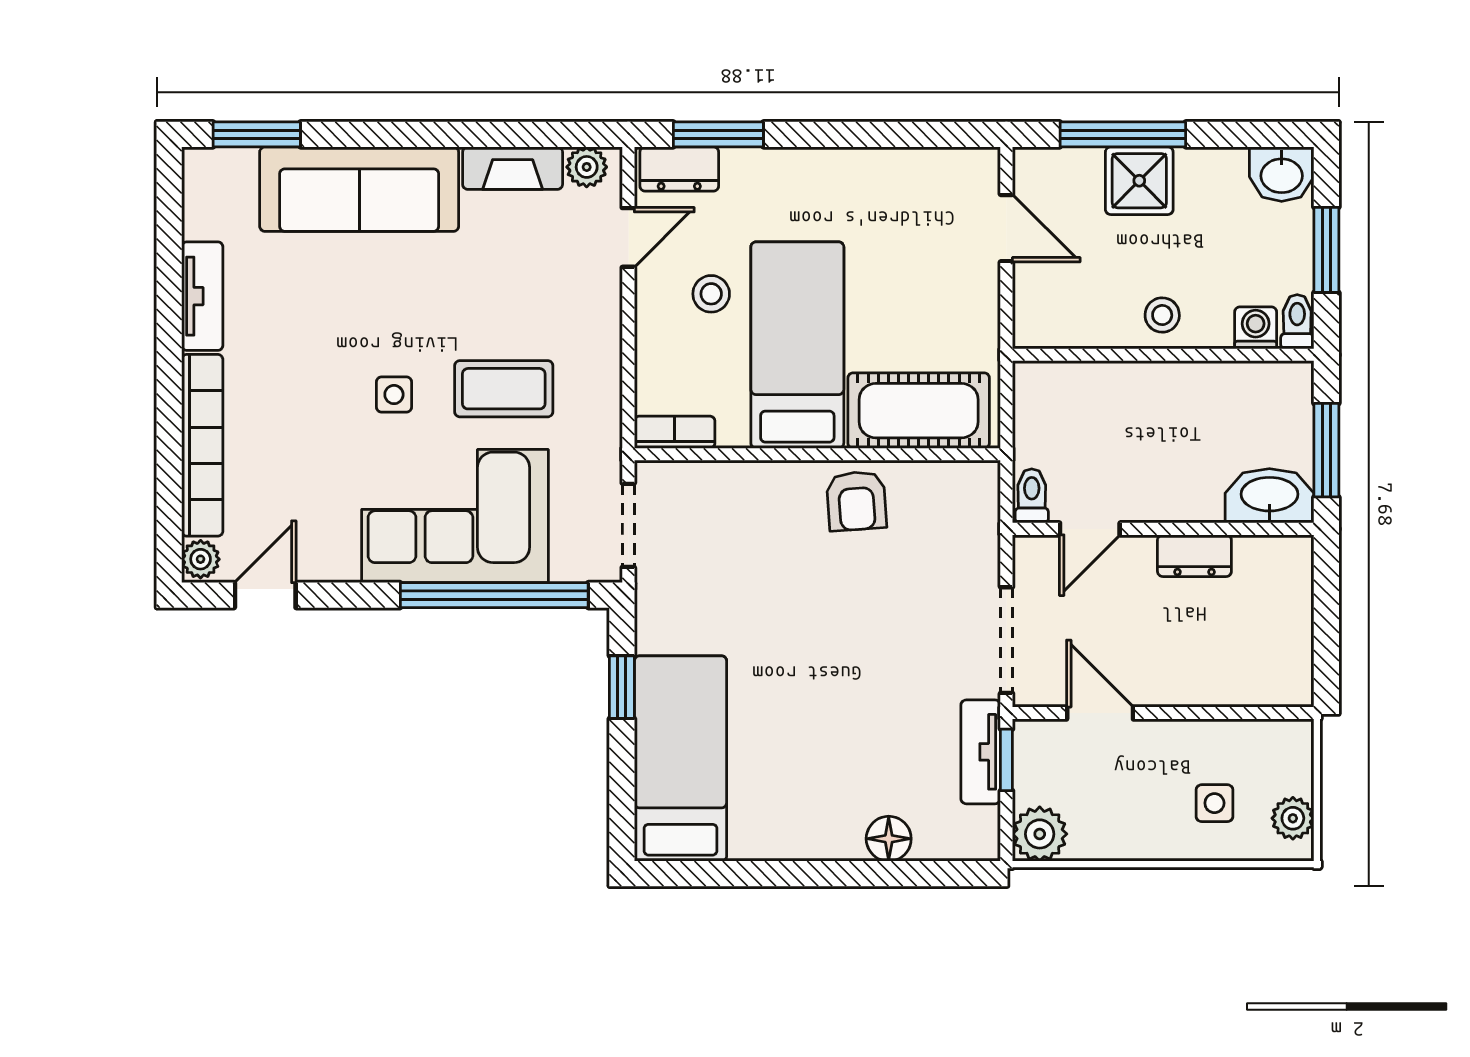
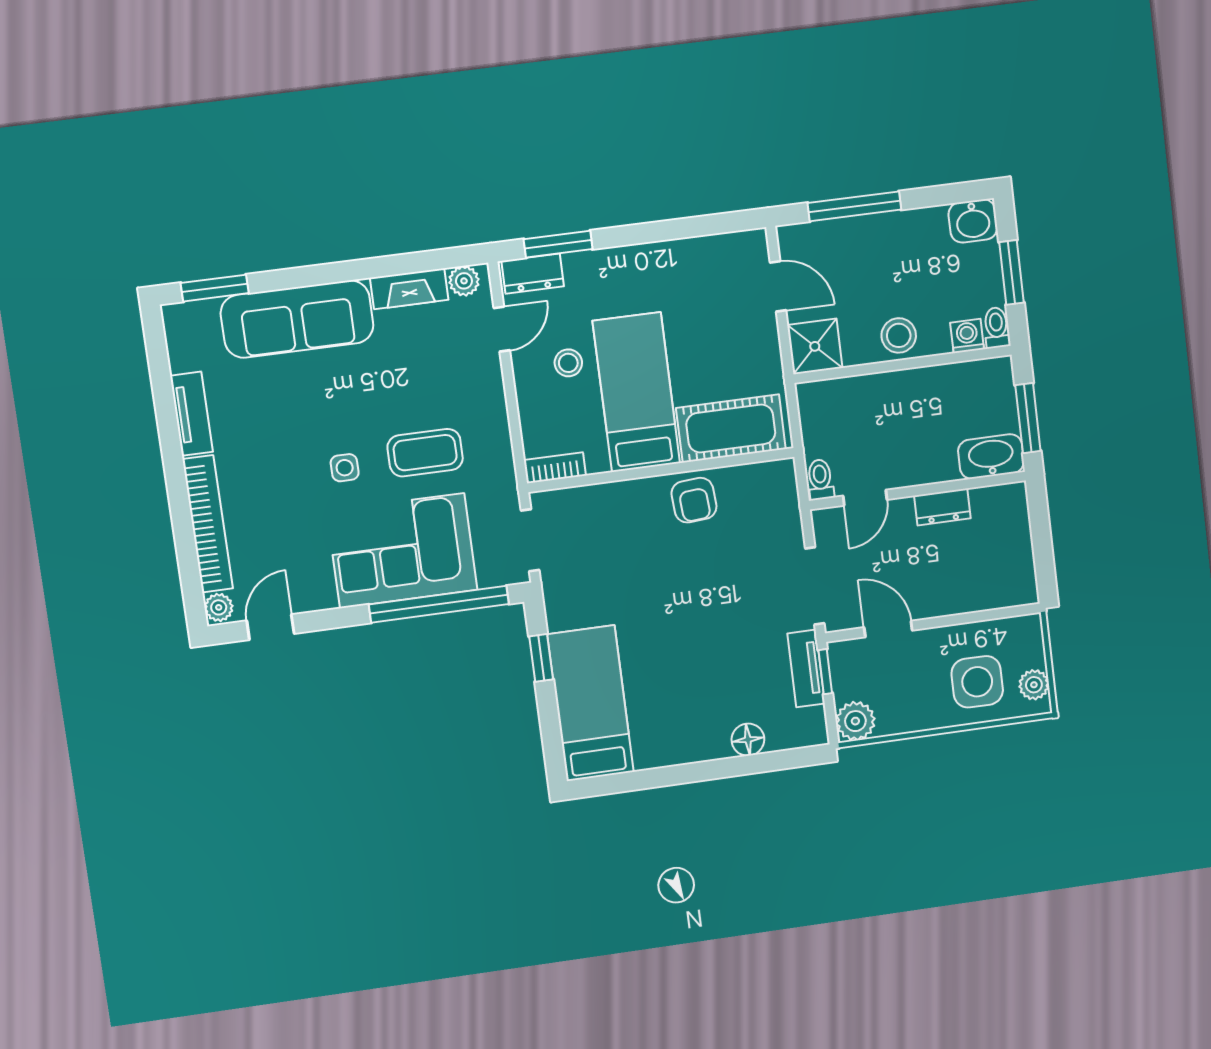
shower: (1139, 181) -> (815, 346), moved
stool: (1162, 315) -> (899, 335), width x1.37, depth x1.37
side table: (1214, 803) -> (977, 682), width x1.87, depth x1.87

